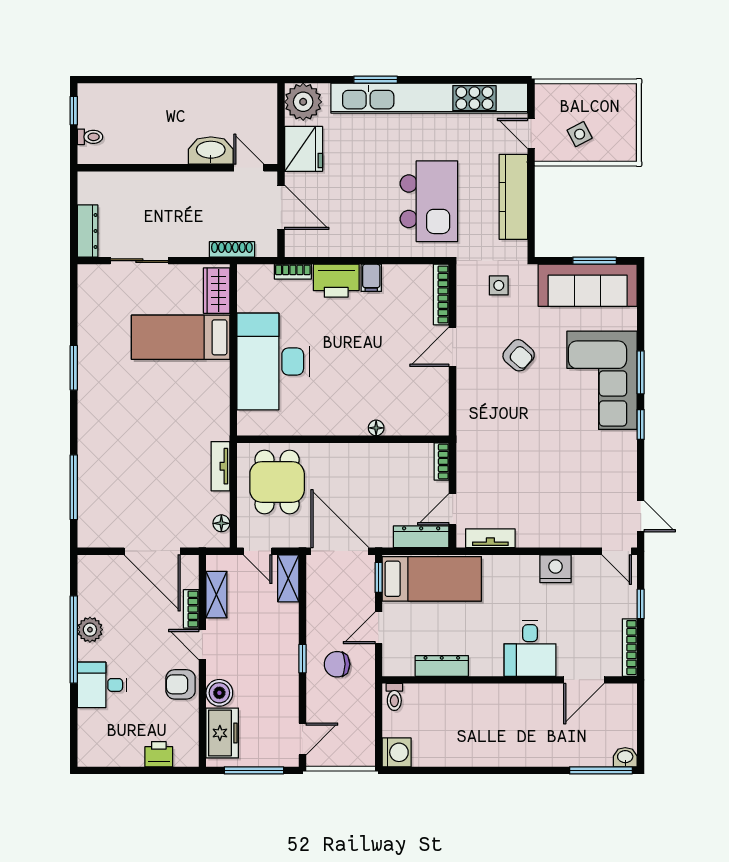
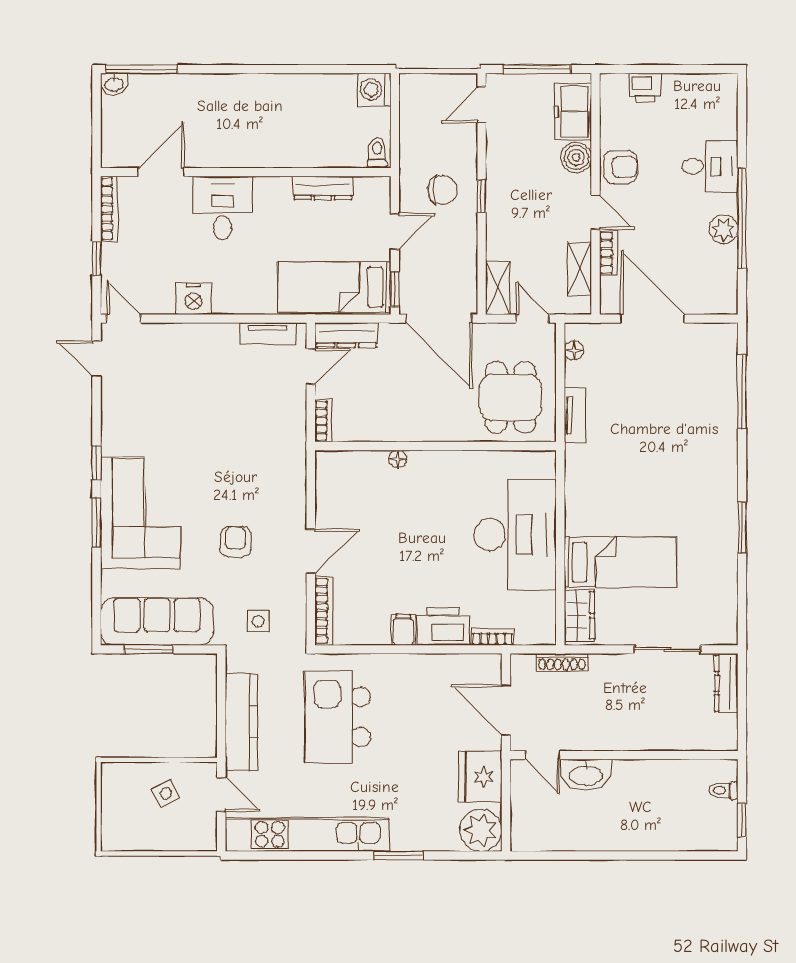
kitchen unit: (429, 98) -> (307, 834), width x0.73
armchair: (519, 355) -> (235, 542), turned 49

